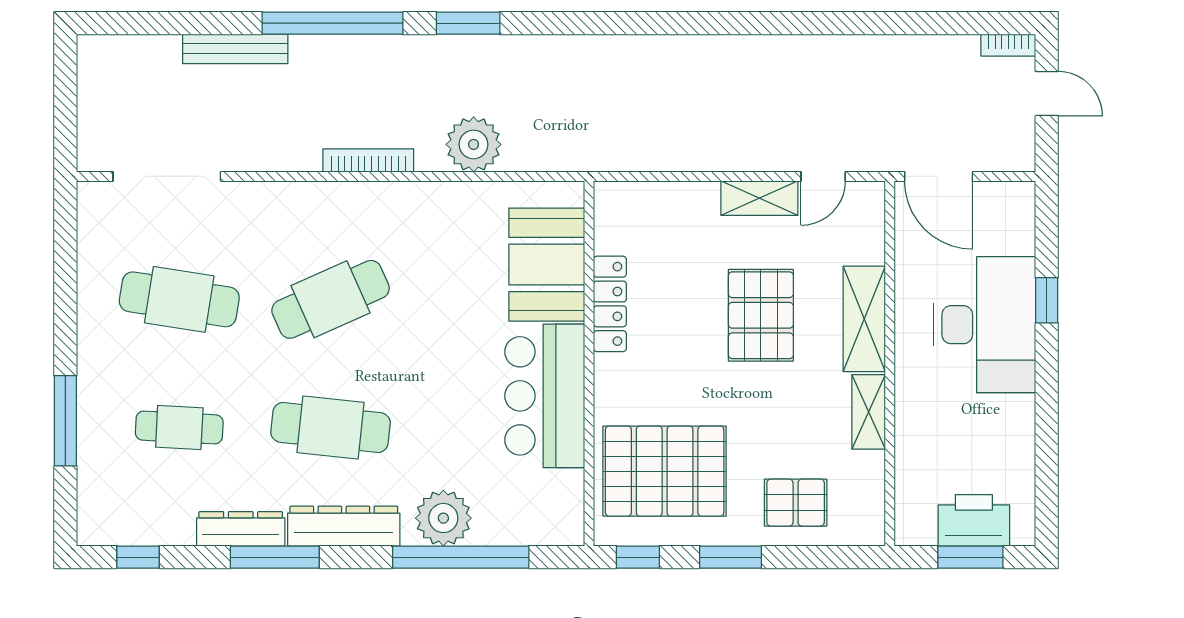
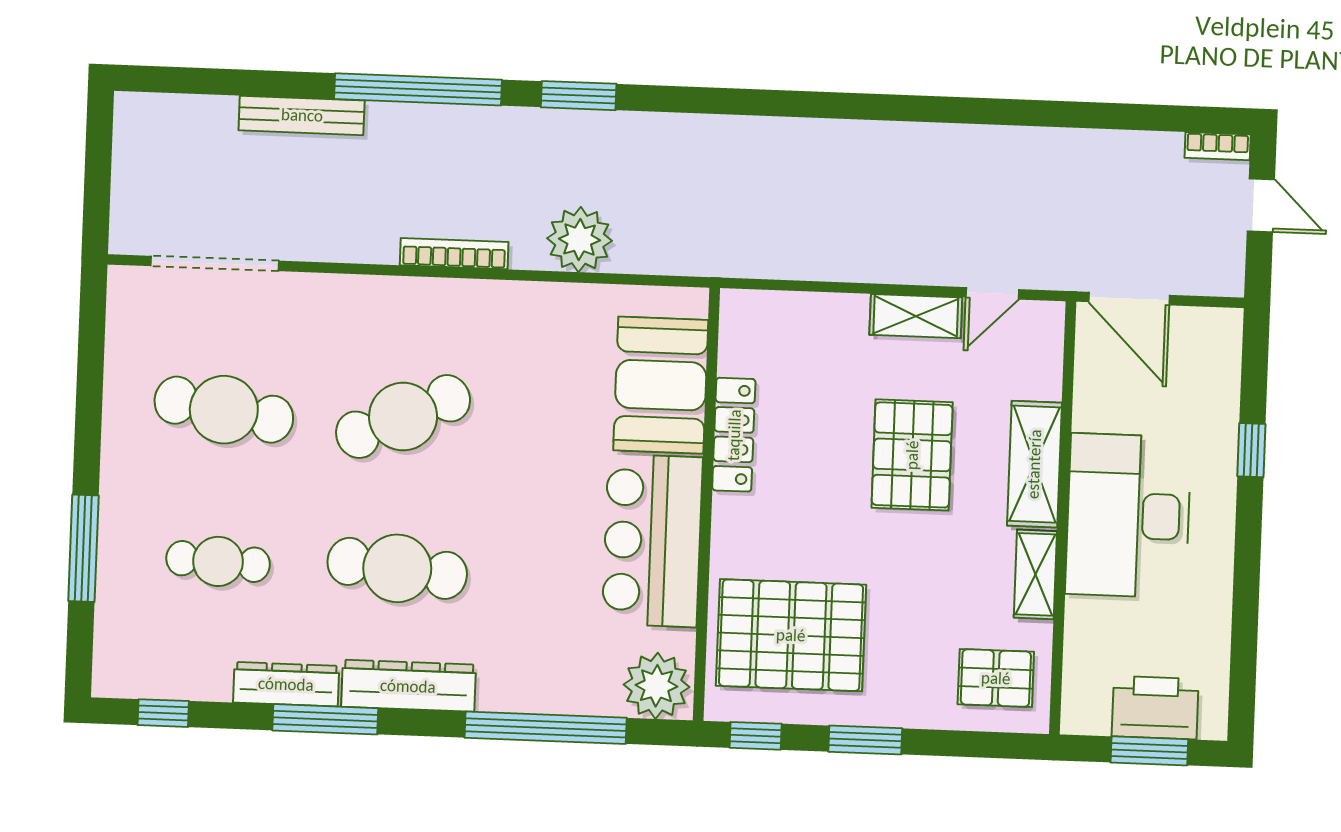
desk: (985, 325) -> (1128, 516), moved, turned 180
pallet: (796, 503) -> (996, 678), moved
plant: (443, 518) -> (657, 686), moved

